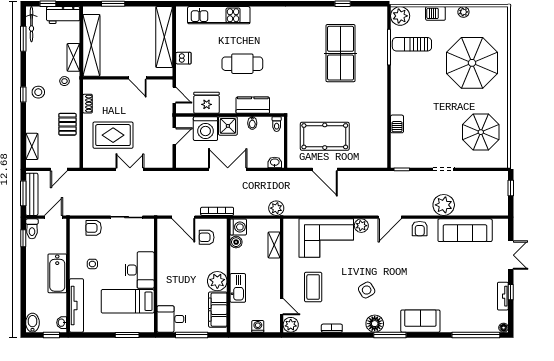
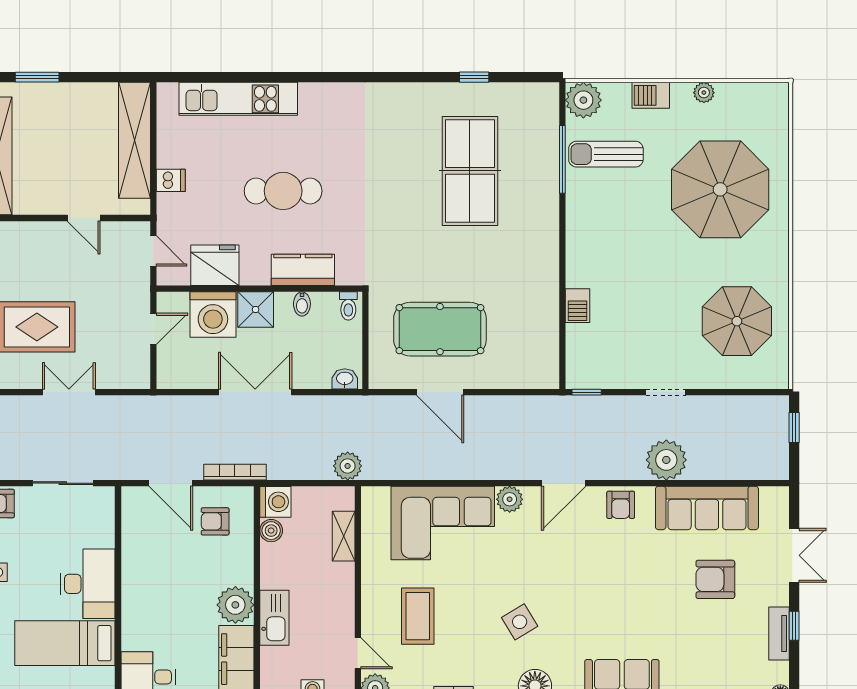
armchair: (469, 268) -> (715, 579), added

